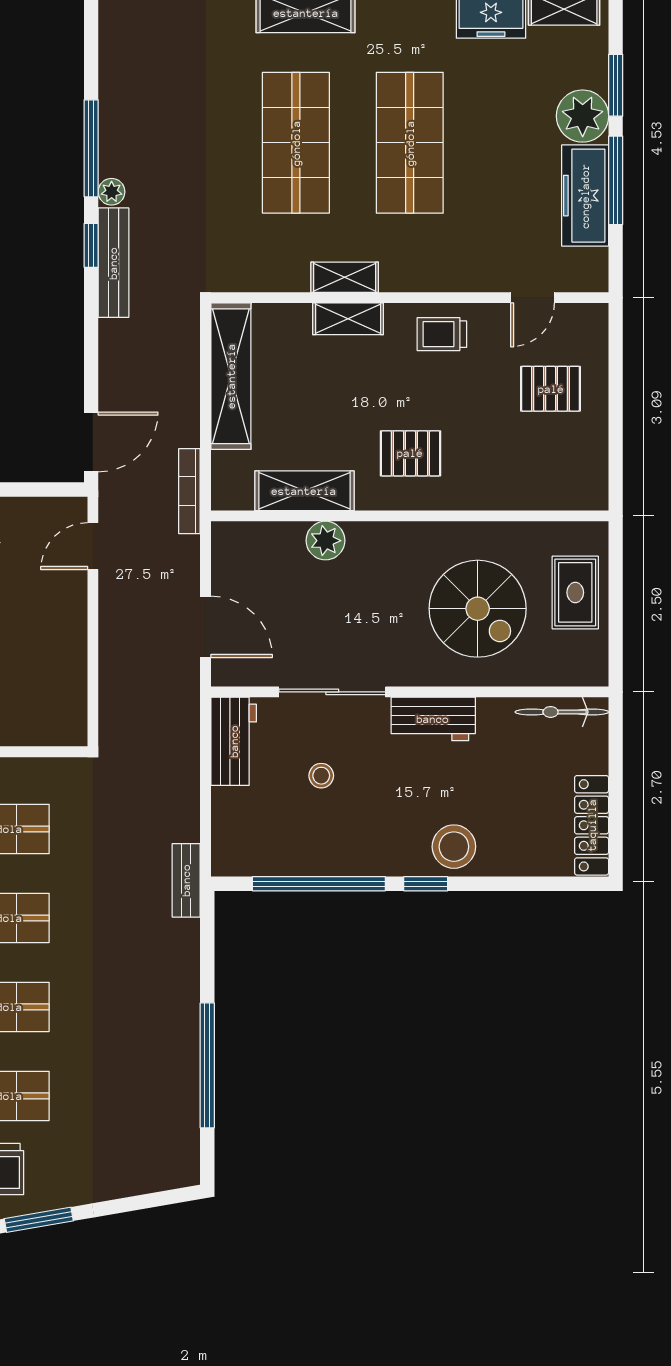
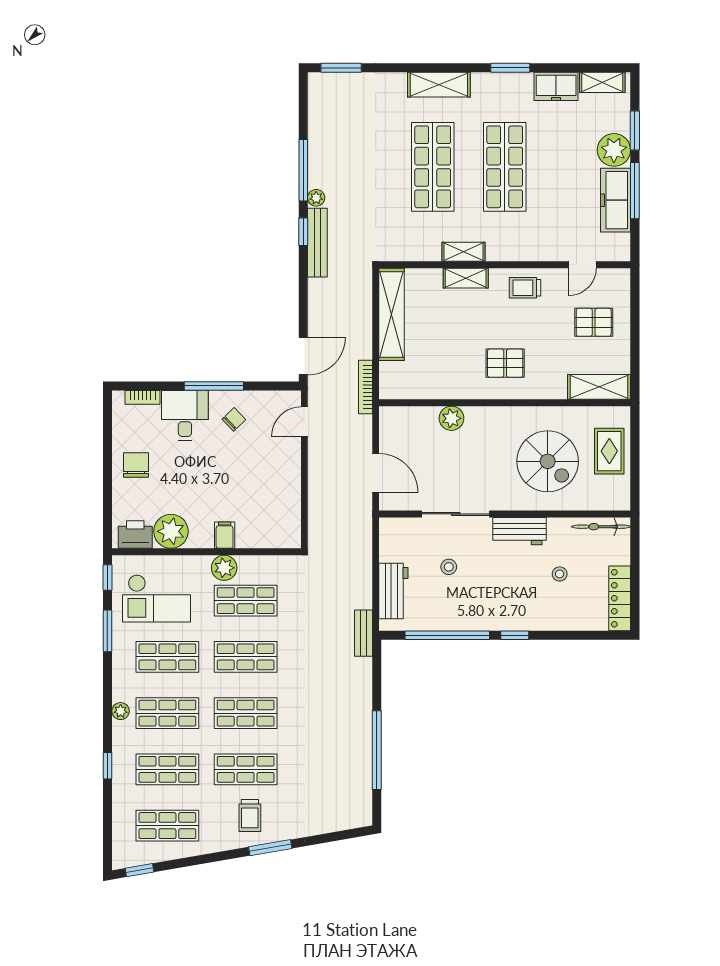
shelving: (304, 491) -> (599, 387), moved
workbench: (234, 741) -> (393, 591), moved
stool: (454, 847) -> (560, 574), moved, width x0.53, depth x0.53

